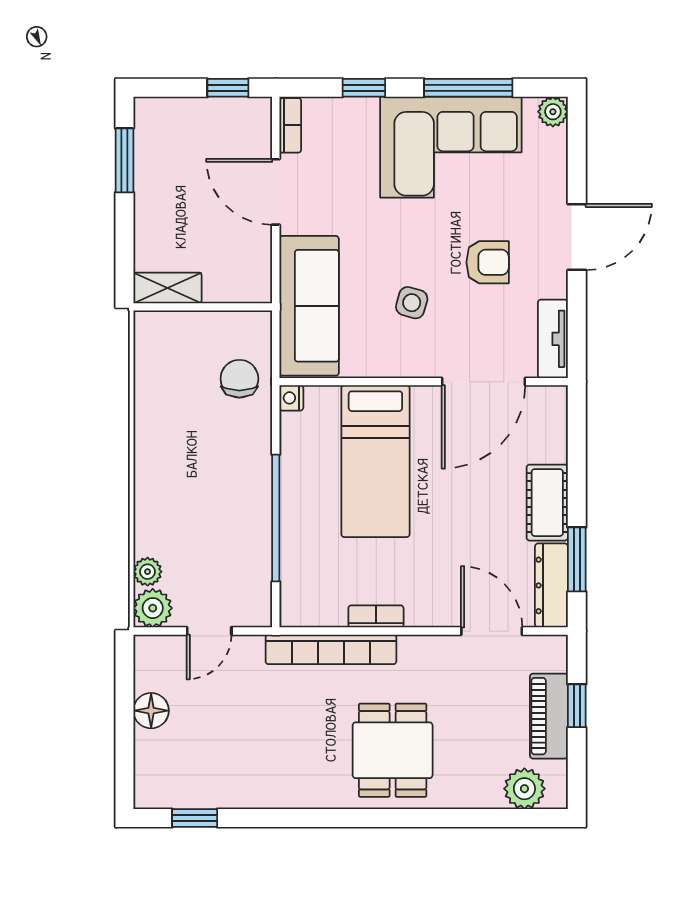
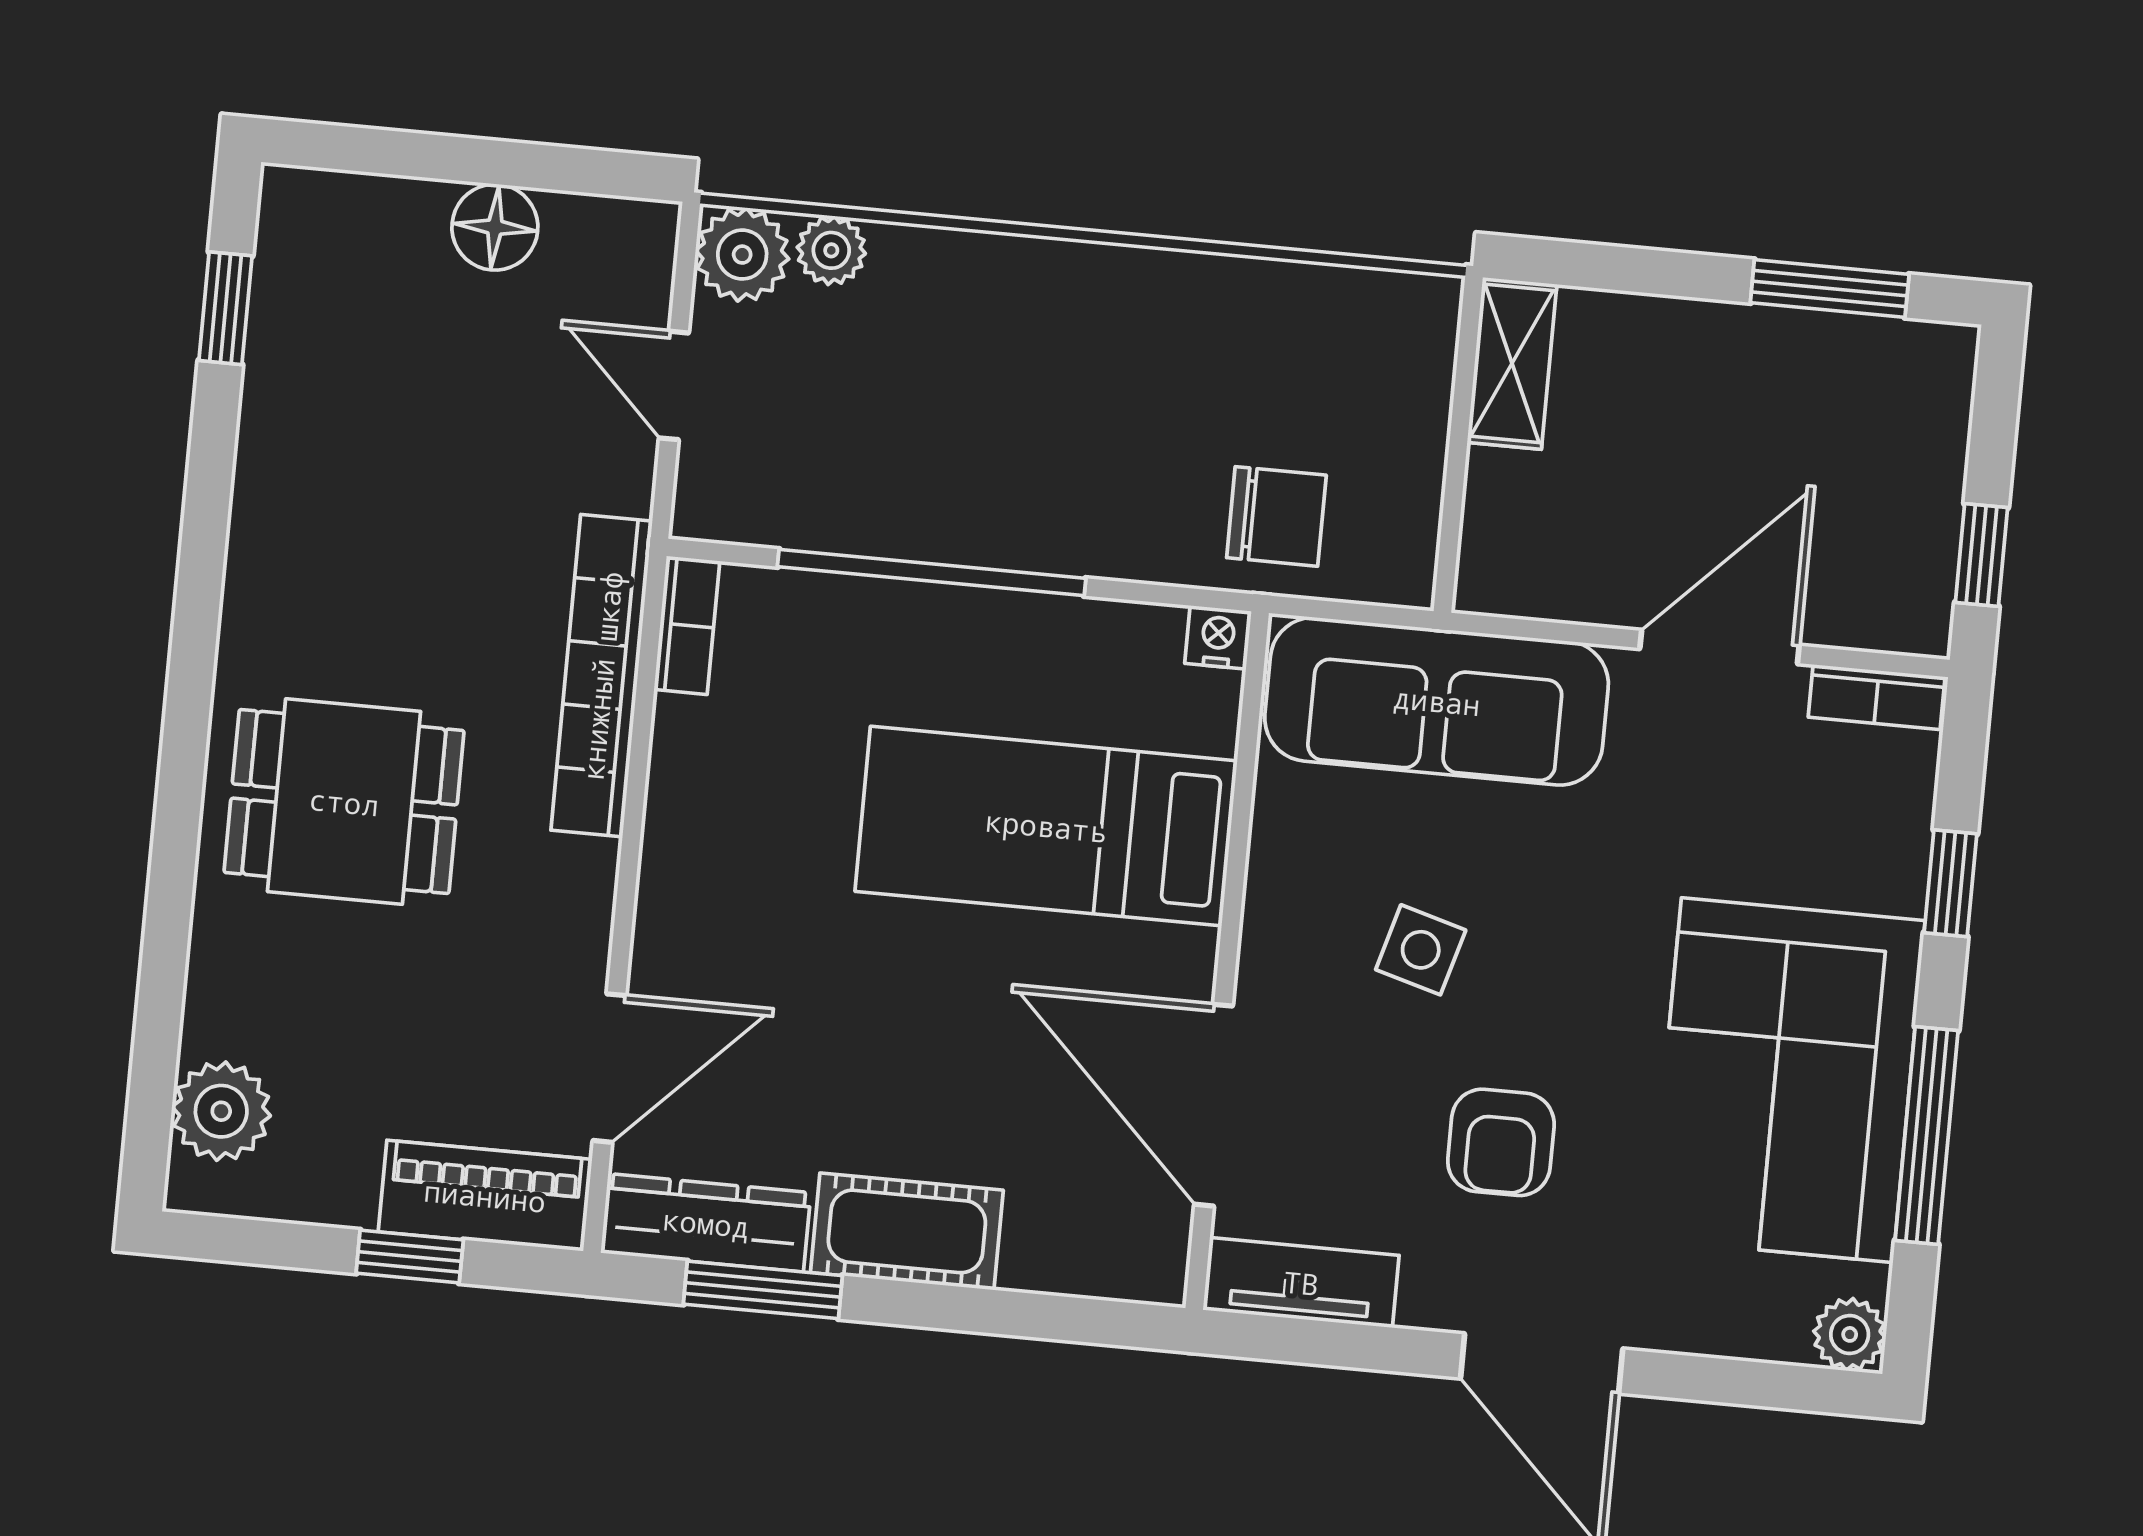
bookcase: (376, 616) -> (687, 625), moved
piano: (549, 716) -> (485, 1196), moved

